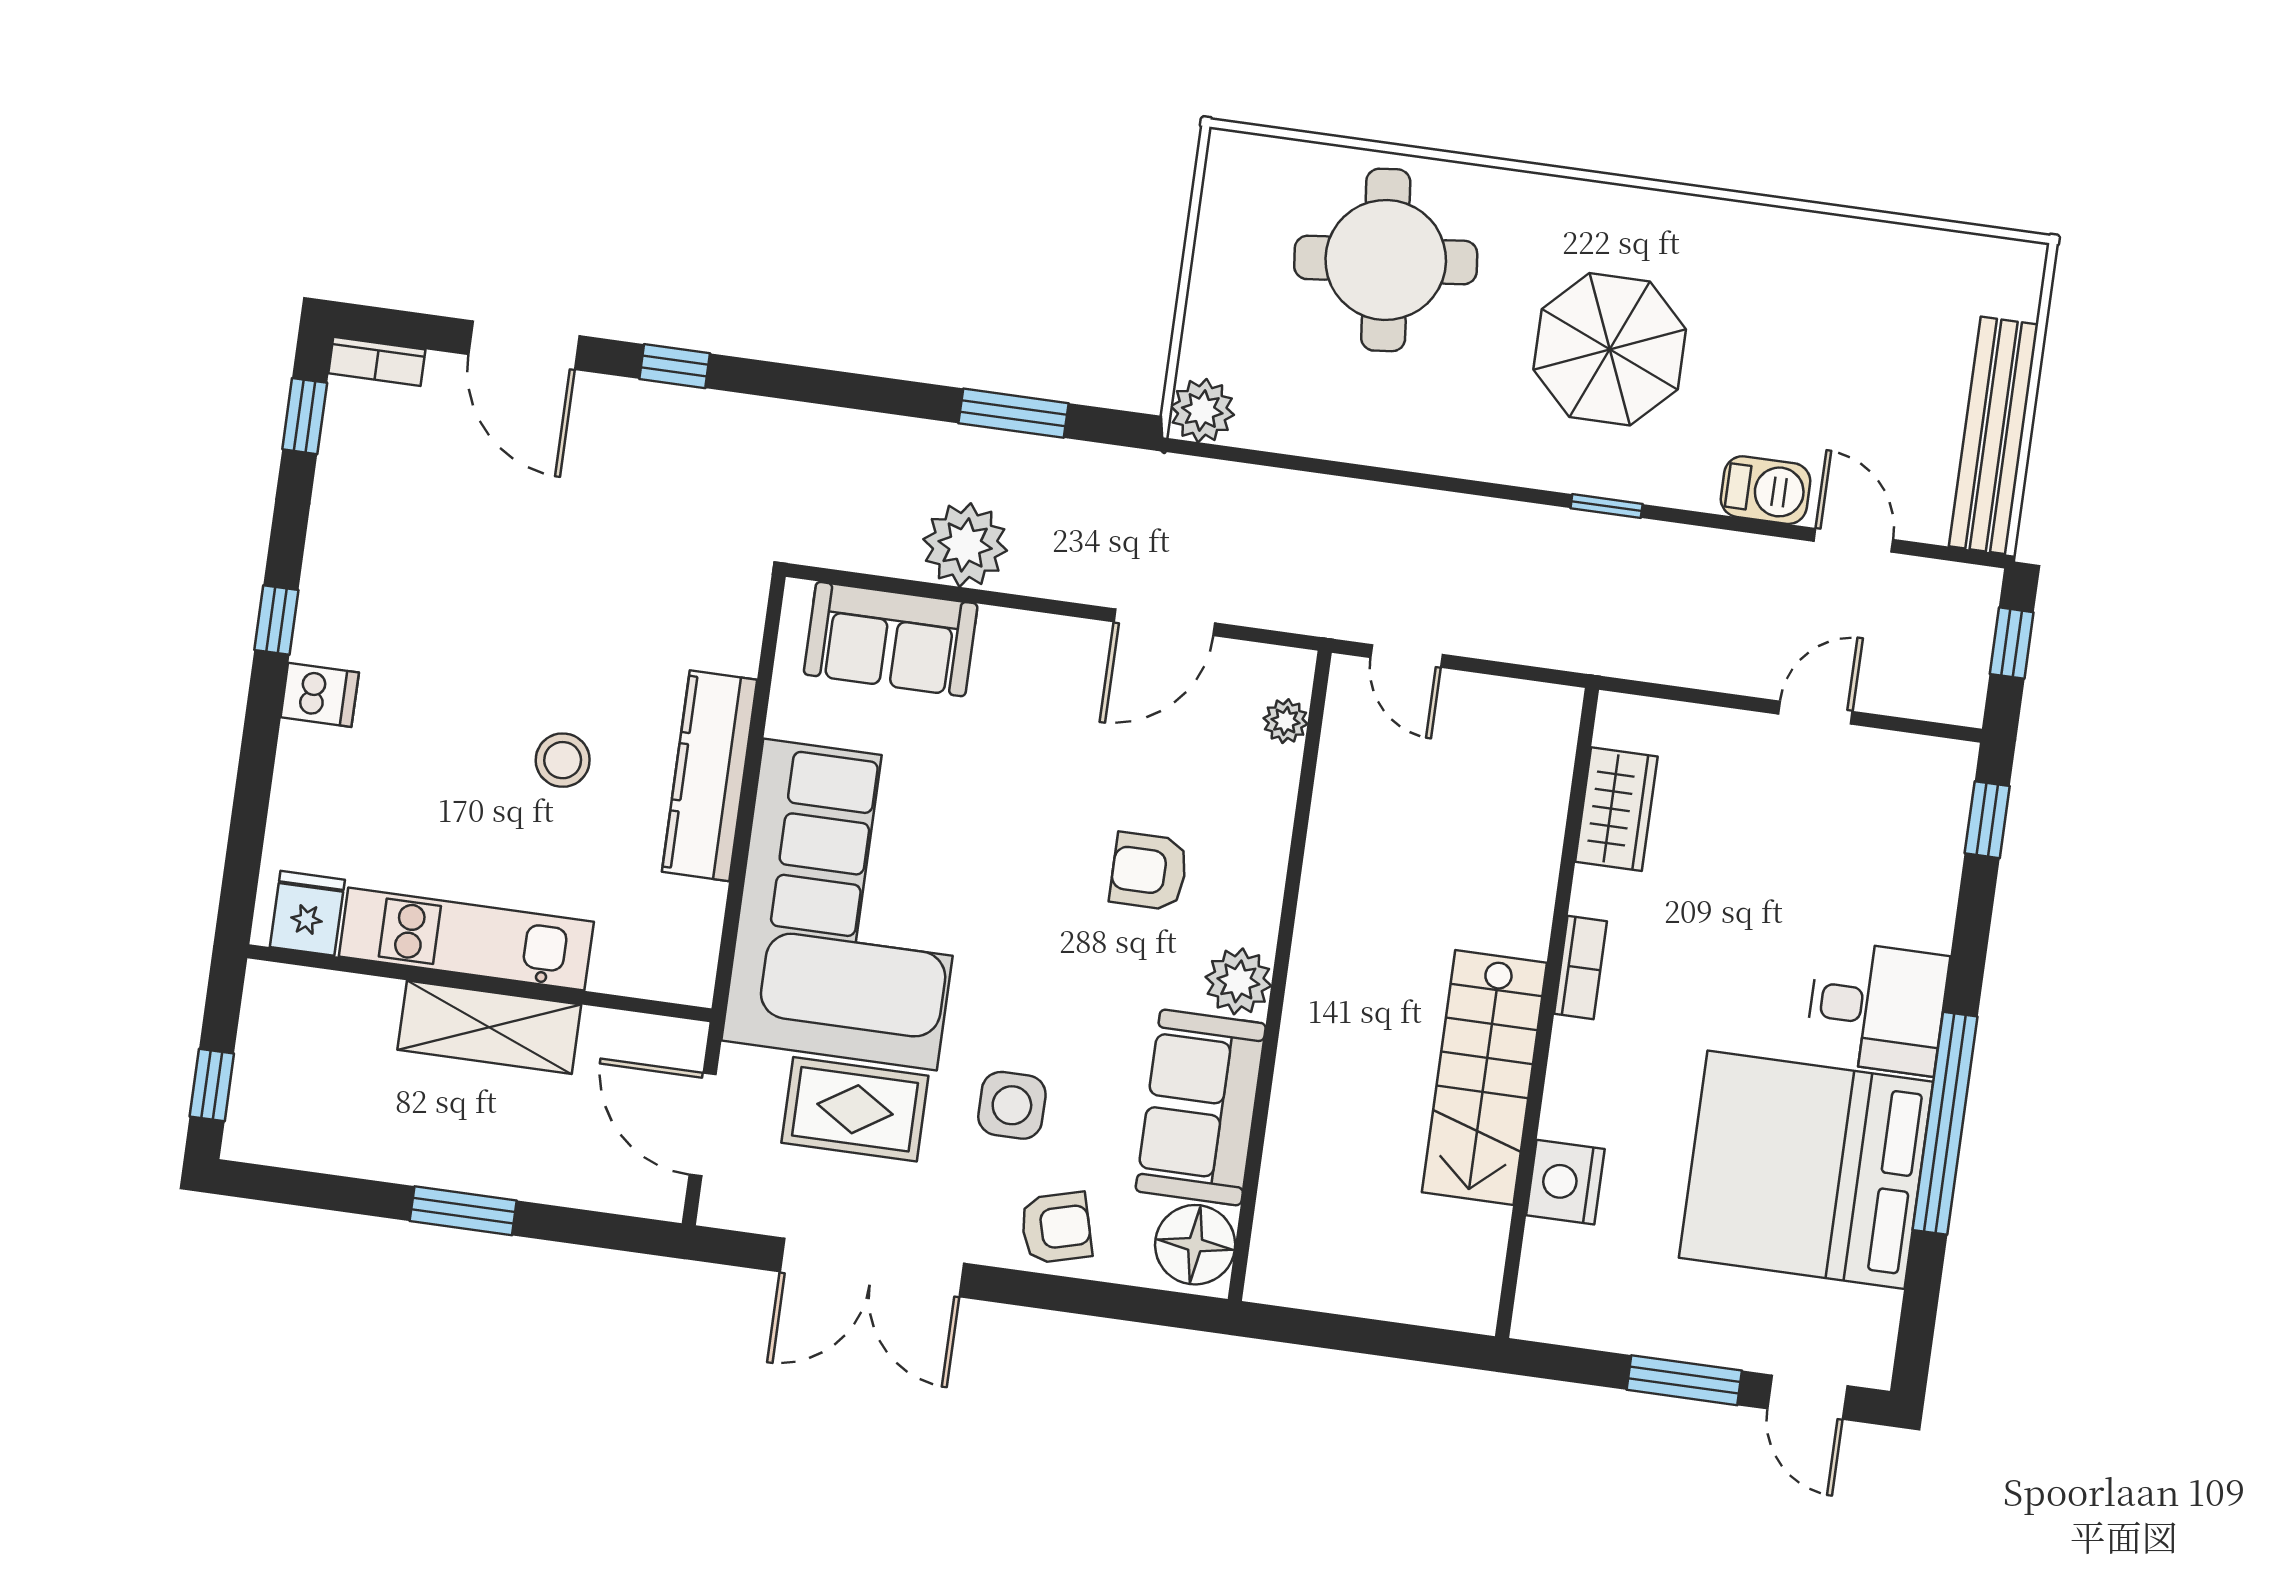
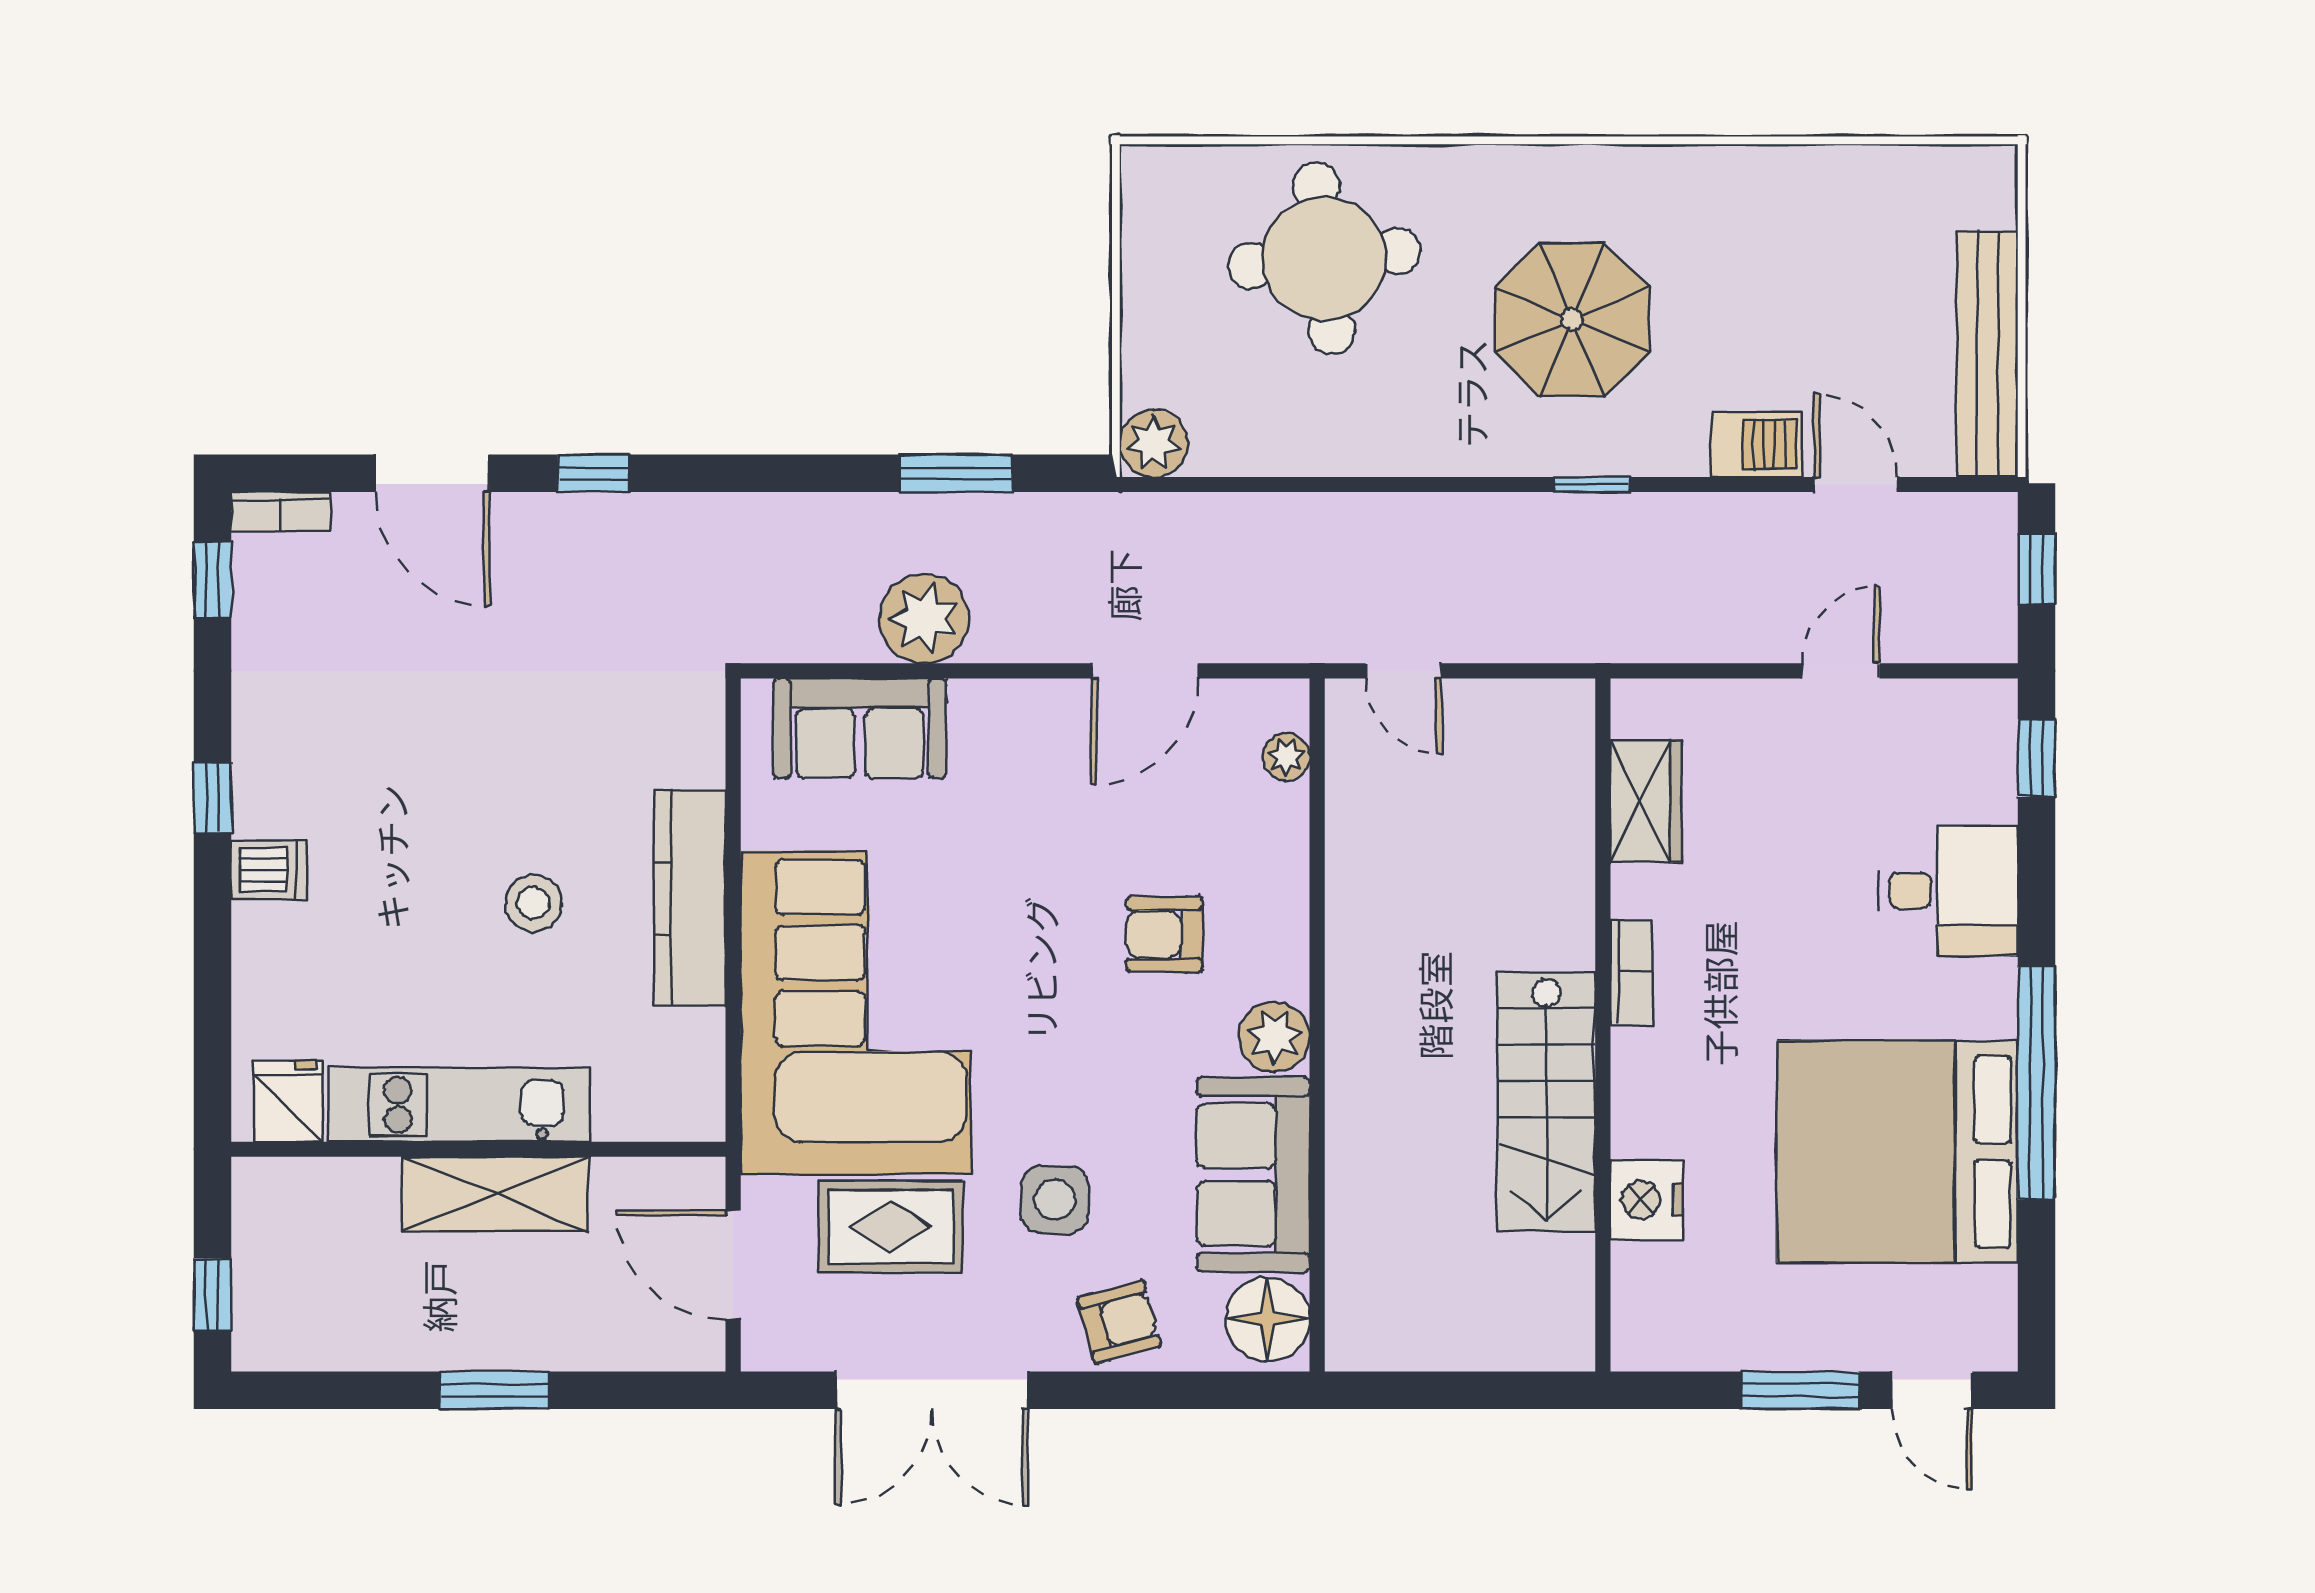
desk: (1877, 1008) -> (1948, 891), moved

